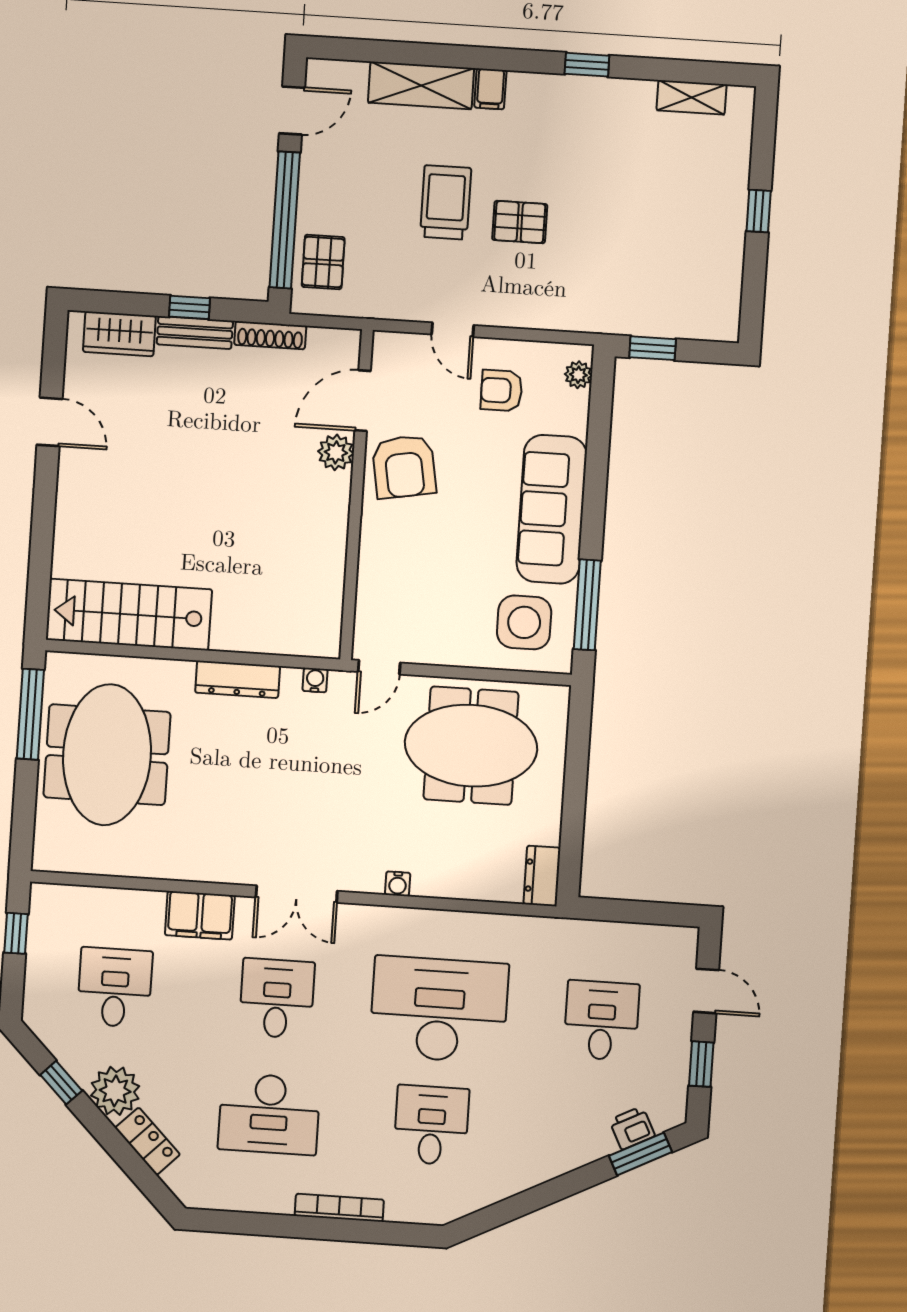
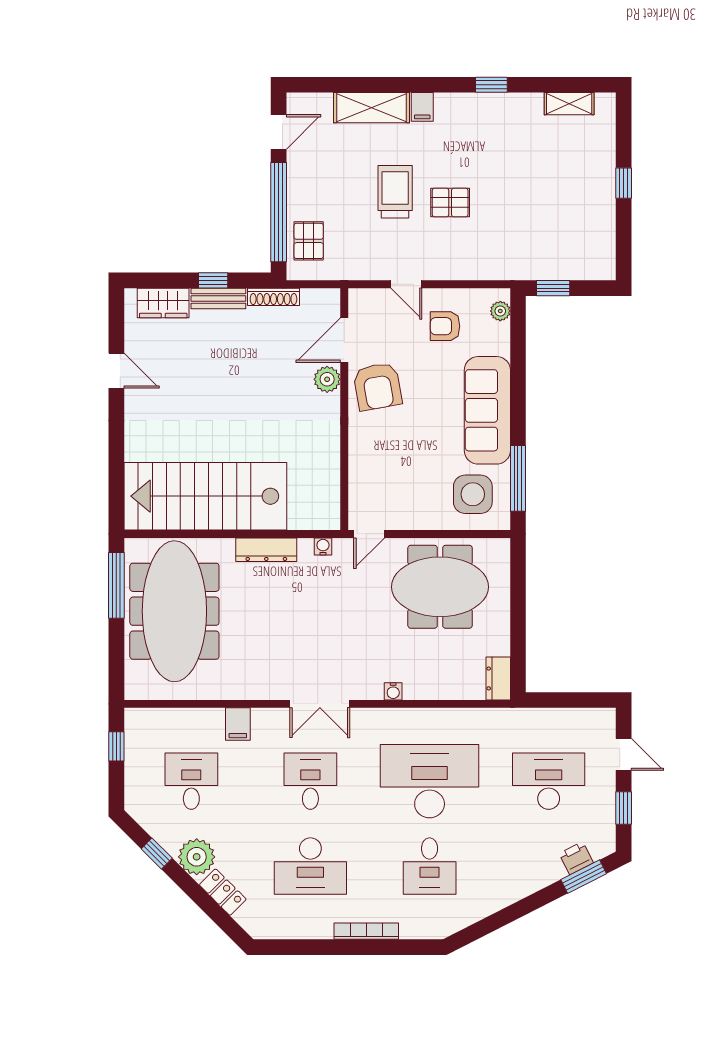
stairs: (129, 614) -> (205, 496), width x1.36, depth x1.51
meeting table: (107, 755) -> (174, 611), width x1.36
filing cabinet: (200, 915) -> (238, 724), width x0.50
desk: (601, 1020) -> (549, 781), width x1.37
desk: (431, 1125) -> (430, 866), turned 180

